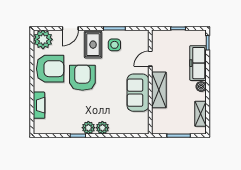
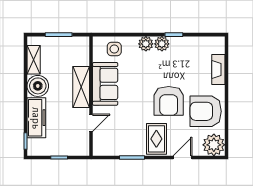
side table: (114, 45) -> (114, 49), moved
boiler: (201, 87) -> (38, 86), width x1.86, depth x1.86

